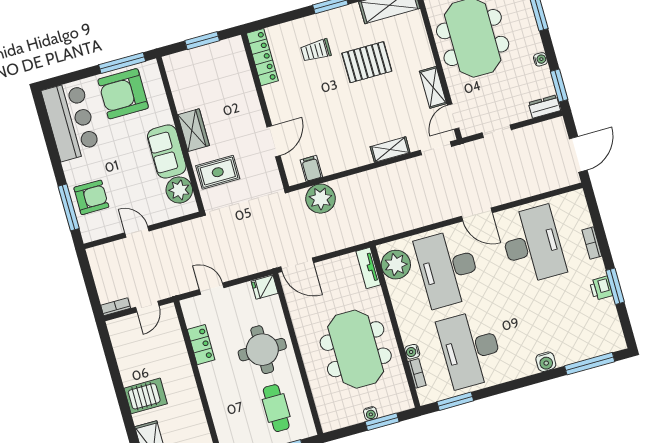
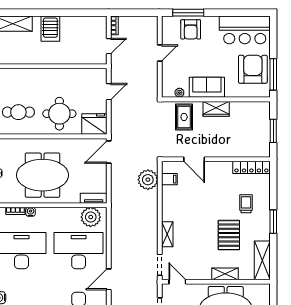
shelving: (433, 87) -> (225, 274), moved
plant: (179, 190) -> (179, 93), width x0.53, depth x0.53
fridge: (265, 287) -> (94, 124), width x1.88, depth x1.34
door: (147, 307) -> (109, 46), swing flipped
locker: (201, 345) -> (74, 74), removed

